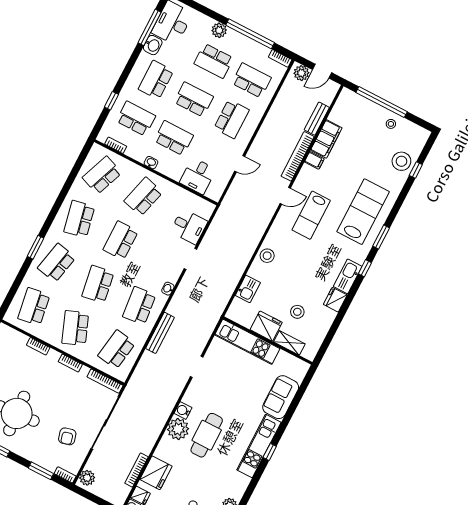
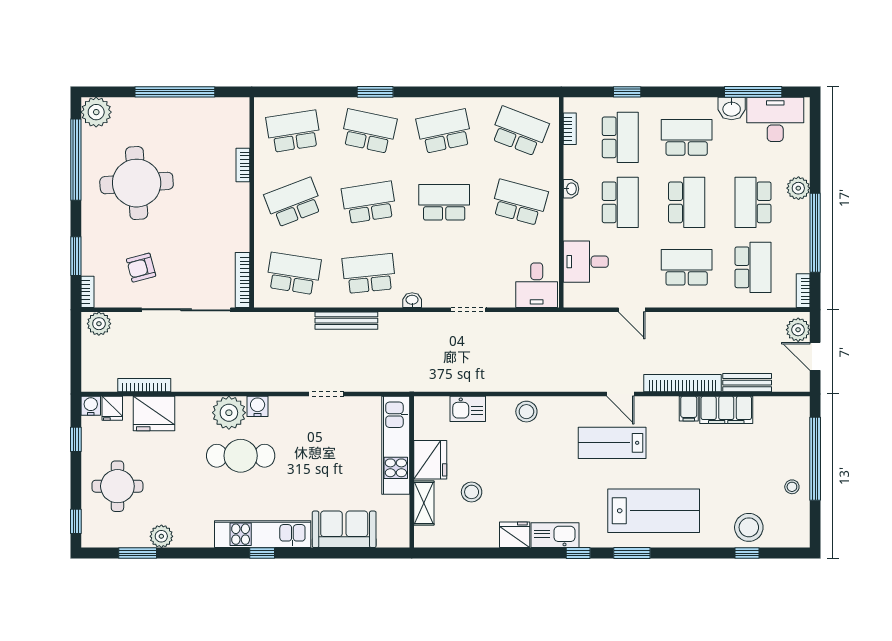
school desk: (231, 119) -> (687, 267), turned 180
desk: (189, 227) -> (537, 285), moved
bookcase: (70, 363) -> (243, 220), removed

